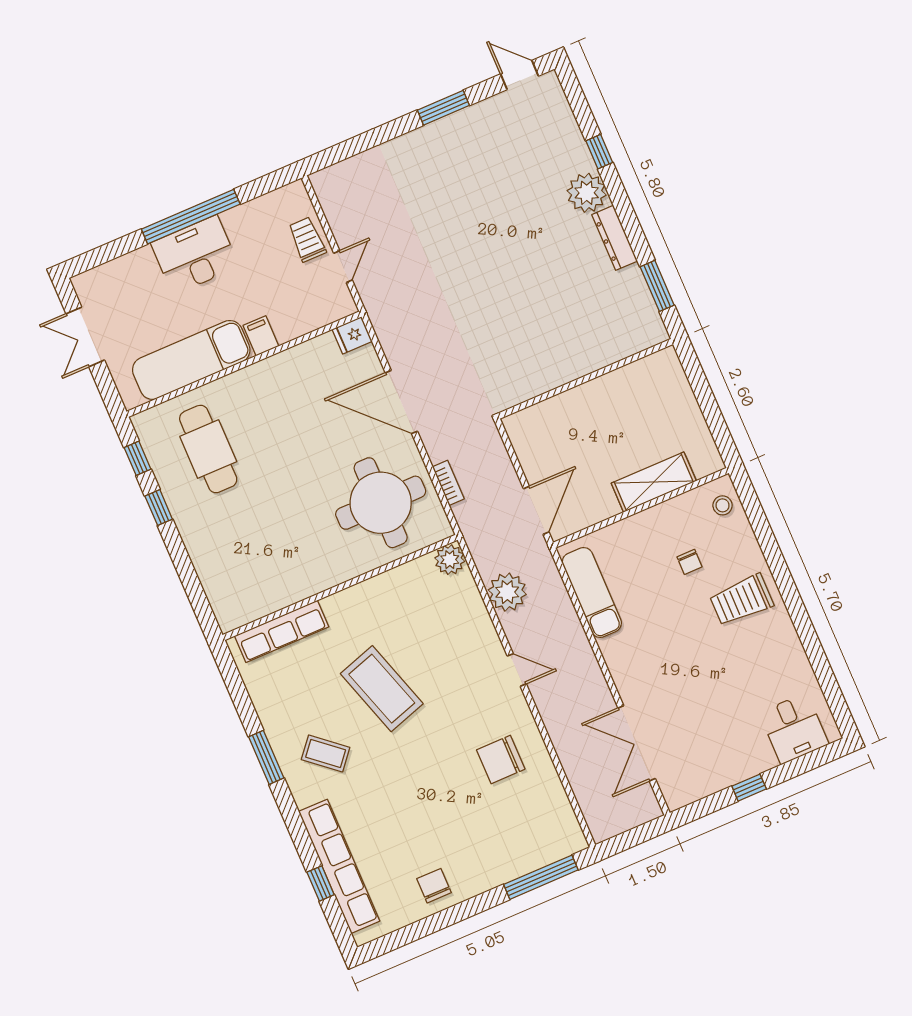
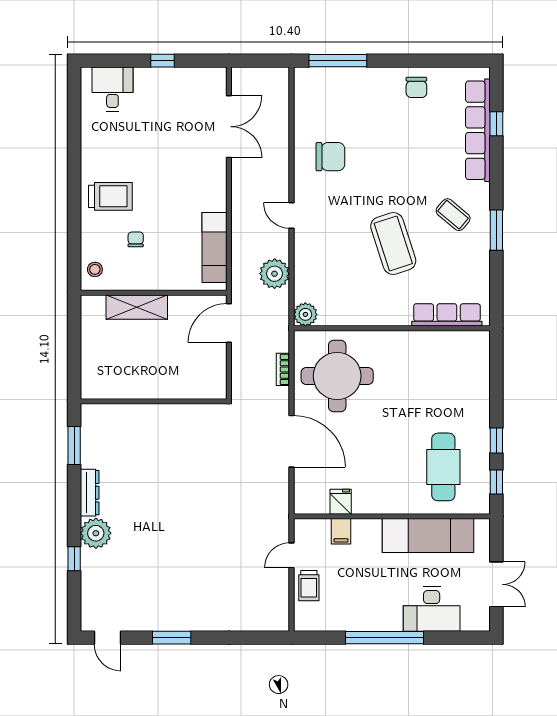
desk: (195, 255) -> (432, 609), moved
fridge: (352, 335) -> (341, 502), moved, turned -90
filing cabinet: (261, 336) -> (341, 531), moved

